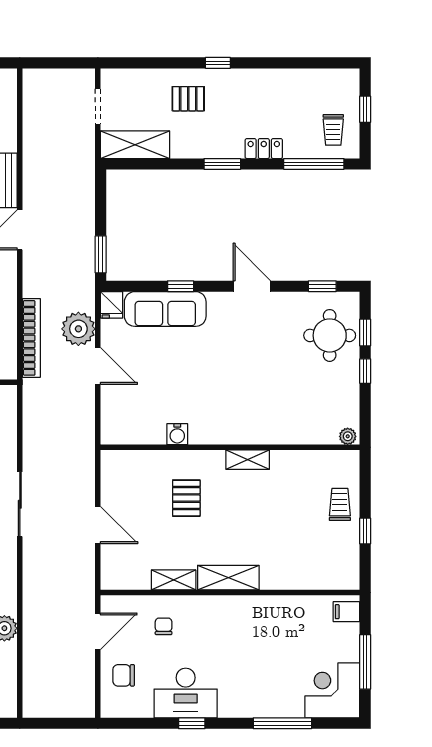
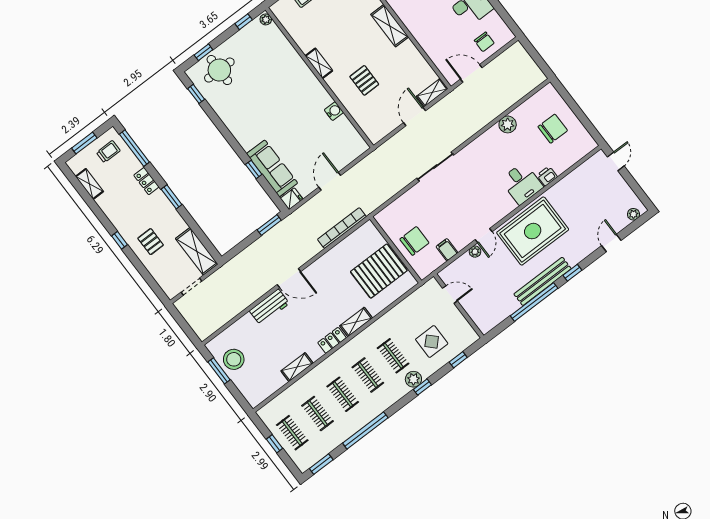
shelving: (312, 78) -> (89, 184), added
window: (365, 109) -> (84, 143), width x1.50
door: (252, 286) -> (225, 131), removed
plant: (78, 329) -> (318, 207), removed
window: (365, 371) -> (244, 22), moved
pallet: (186, 498) -> (364, 80), turned 90
shelving: (174, 580) -> (432, 93), moved, turned 90
chair: (164, 626) -> (442, 40), removed

